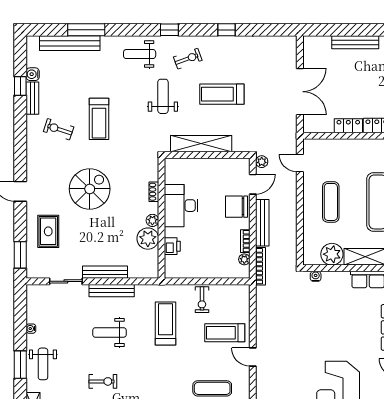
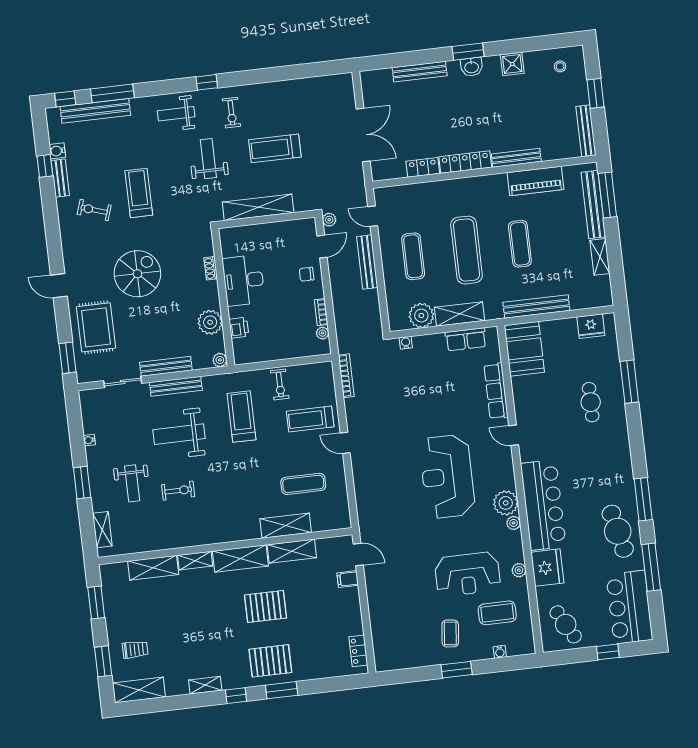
window: (227, 30) -> (65, 99), moved
exercise bike: (188, 59) -> (231, 113), turned 110
treadmill: (99, 119) -> (139, 193), turned 180
chair: (236, 207) -> (307, 274), width x0.54, depth x0.54
plant: (152, 220) -> (220, 360), moved
bench: (262, 223) -> (367, 262), moved
rug: (48, 231) -> (96, 327), width x1.36, depth x1.43
bookcase: (261, 266) -> (346, 376), moved
weight bench: (109, 332) -> (179, 434), width x1.36, depth x1.33
weight bench: (43, 364) -> (132, 483), moved

